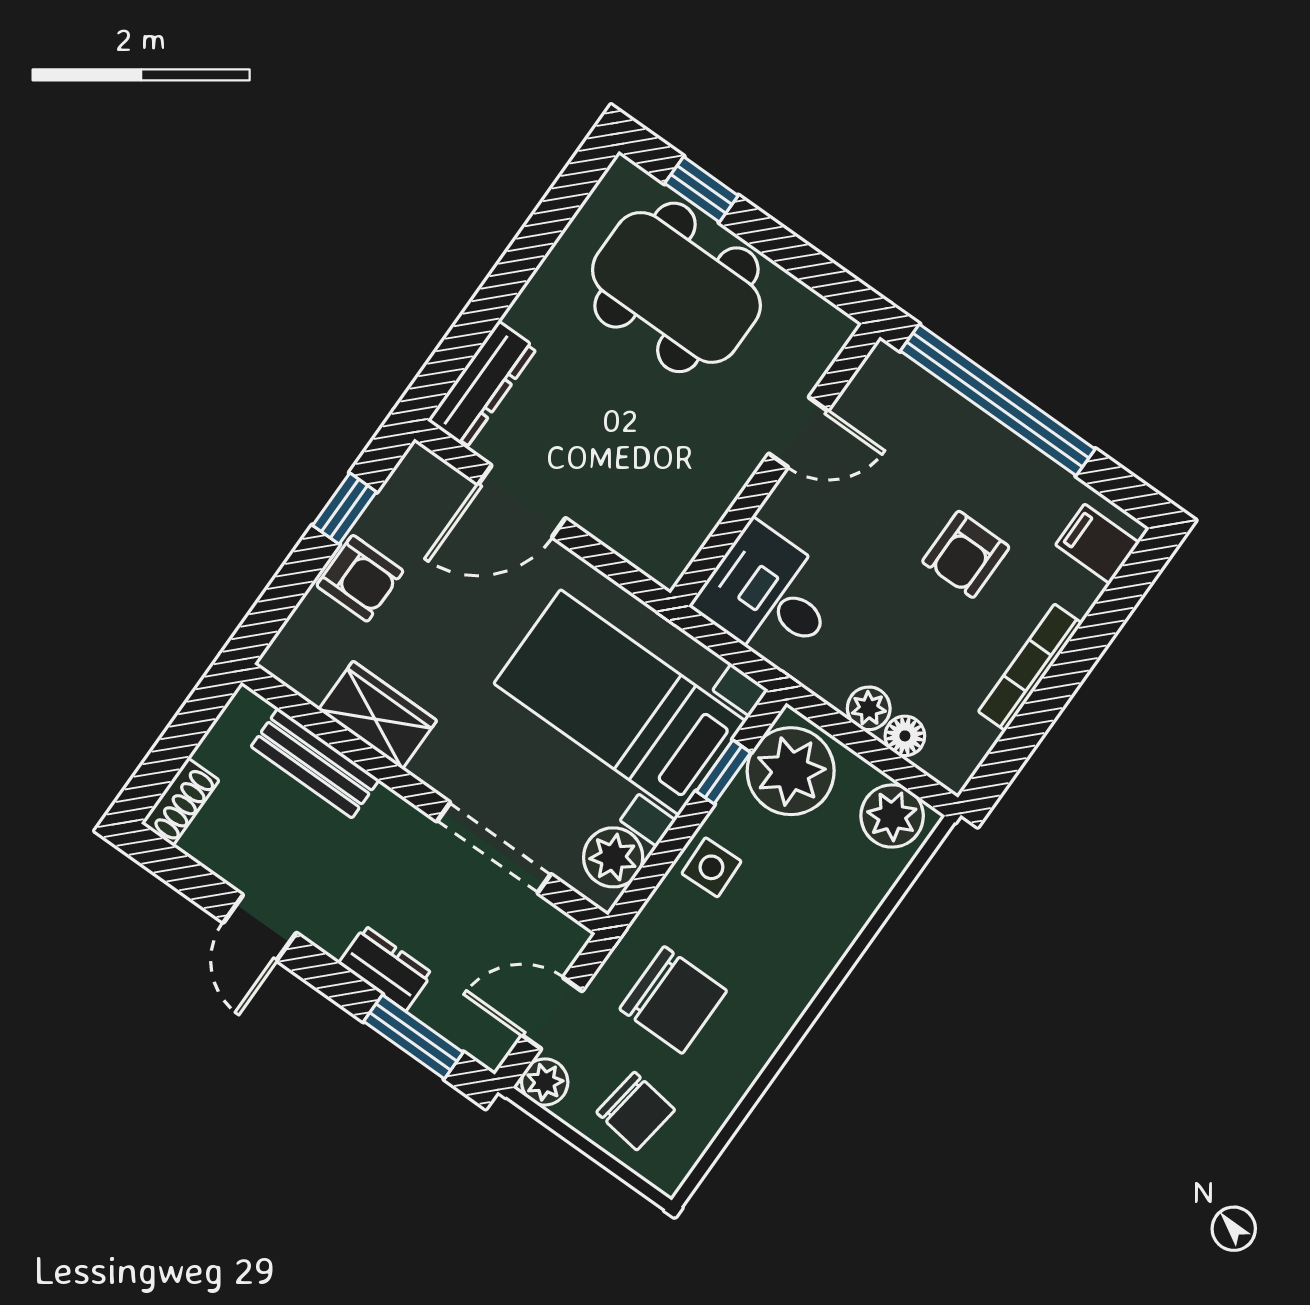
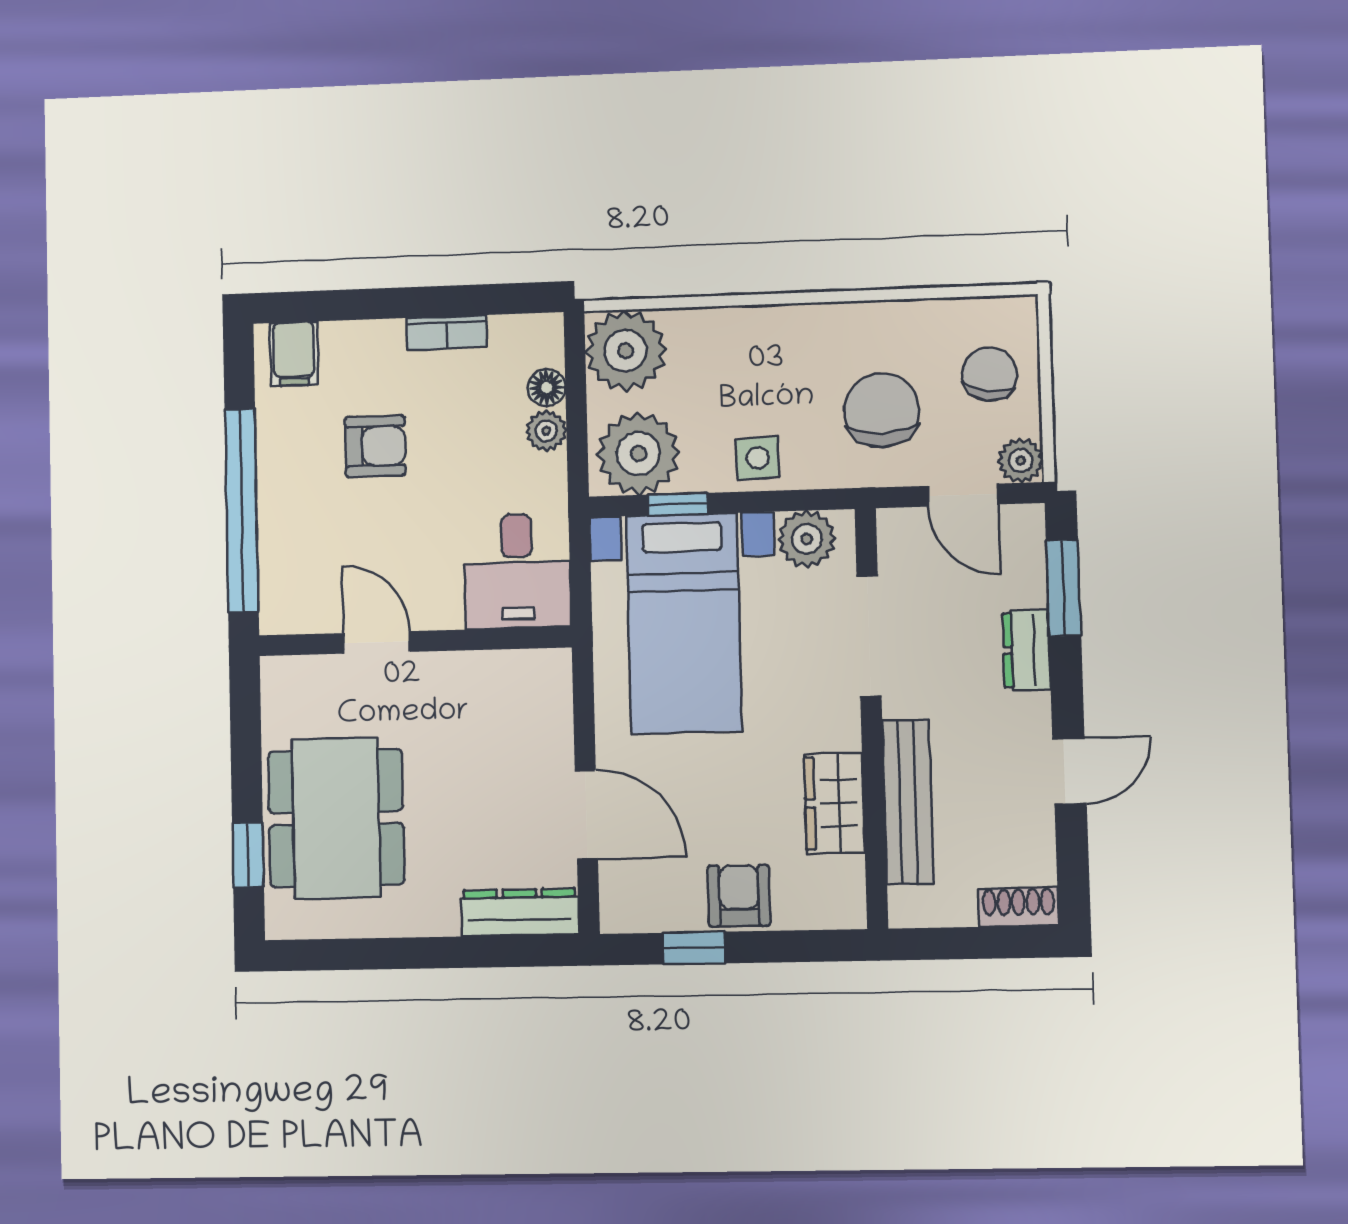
bookcase: (1030, 667) -> (447, 332), width x0.64
bench: (315, 763) -> (908, 802), width x1.36
plant: (892, 816) -> (626, 351), width x1.36, depth x1.36

